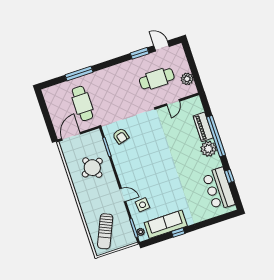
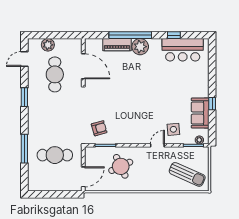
window: (140, 53) -> (24, 97), moved
plant: (187, 79) -> (48, 45), moved
door: (173, 102) -> (83, 66), width x1.87
door: (71, 136) -> (83, 177), swing flipped
sofa: (166, 224) -> (200, 113), width x0.73

